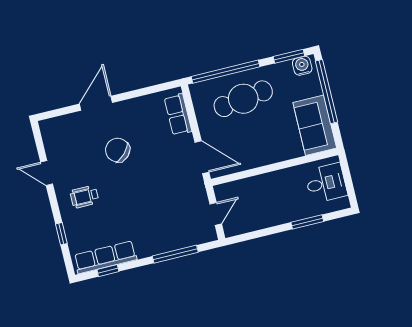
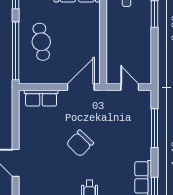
cafe table: (243, 99) -> (41, 42), width x0.73, depth x0.74
chair: (118, 150) -> (80, 143), moved

